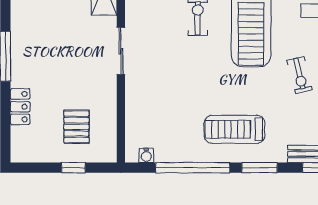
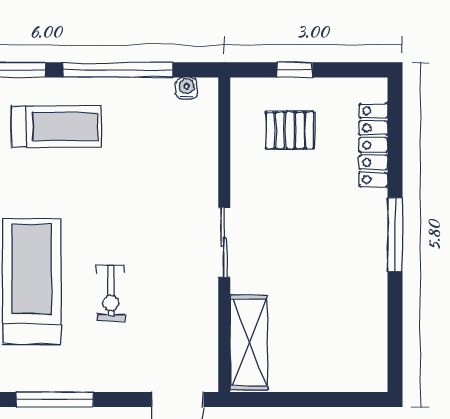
locker: (20, 107) -> (373, 145), width x1.53
pallet: (76, 127) -> (290, 130), turned 90

